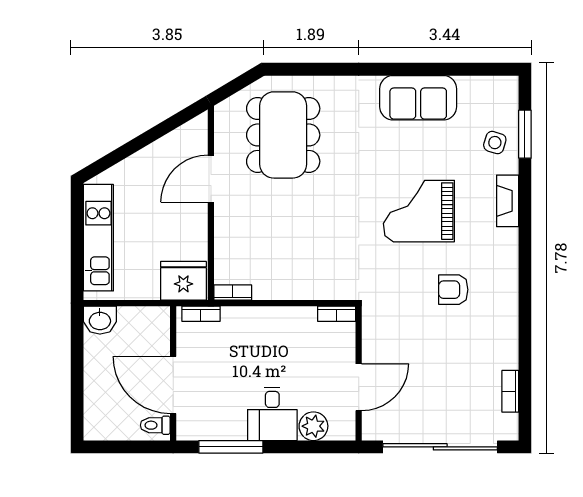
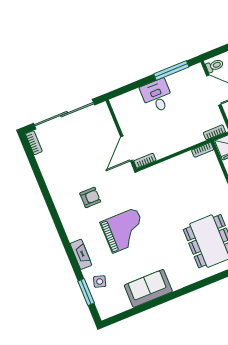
door: (359, 387) -> (127, 148), moved
bookcase: (510, 391) -> (34, 143), moved
plant: (313, 426) -> (133, 98), removed

